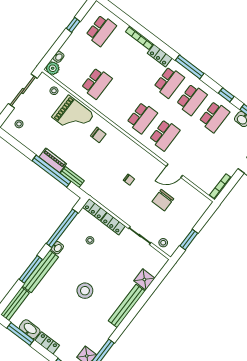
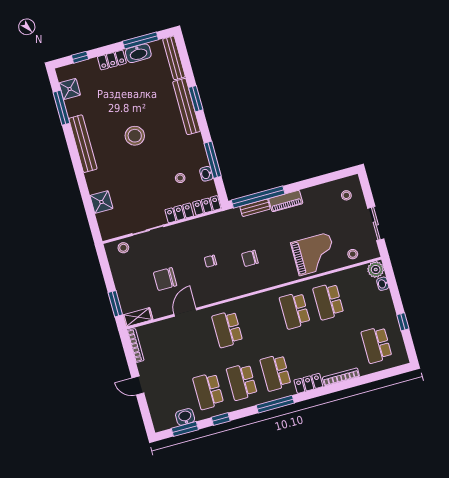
sliding door: (23, 91) -> (376, 223), width x0.73
grand piano: (73, 116) -> (314, 254), turned 180
school desk: (142, 118) -> (295, 311), moved
chair: (98, 135) -> (250, 258), moved
window: (52, 171) -> (258, 197), moved
shelving: (201, 199) -> (138, 317), added
chair: (163, 200) -> (165, 279), turned -90
window: (62, 228) -> (213, 160), width x0.68
window: (189, 240) -> (115, 304), moved
washbasin: (57, 248) -> (206, 174), moved
window: (31, 269) -> (196, 99), width x0.69
bench: (127, 306) -> (83, 144), moved

